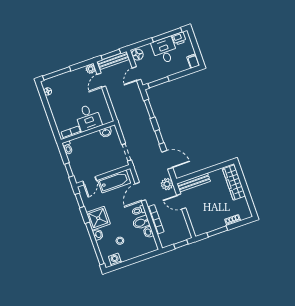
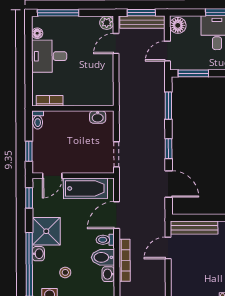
desk: (88, 118) -> (49, 56), moved, turned 90
plant: (167, 184) -> (157, 217), removed
door: (181, 202) -> (168, 248), hinge flipped

